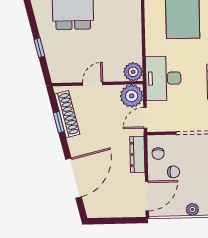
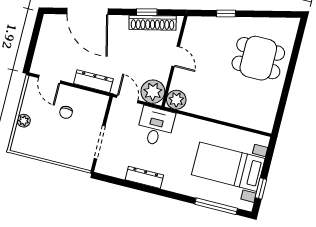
desk: (163, 78) -> (156, 126), width x0.73
chair: (158, 154) -> (88, 102), removed
door: (147, 196) -> (49, 79), width x0.73

